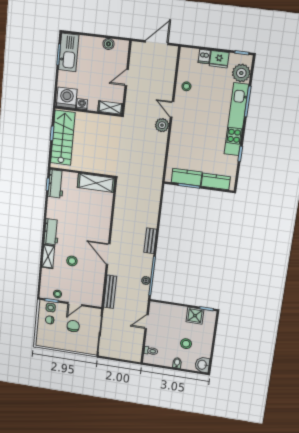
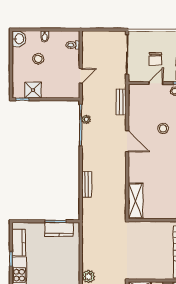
kitchen counter: (216, 181) -> (19, 243), moved, turned -90
shelving: (96, 183) -> (136, 201), moved, turned 90
bench: (150, 241) -> (87, 184), moved
bench: (110, 292) -> (121, 102), width x0.73

